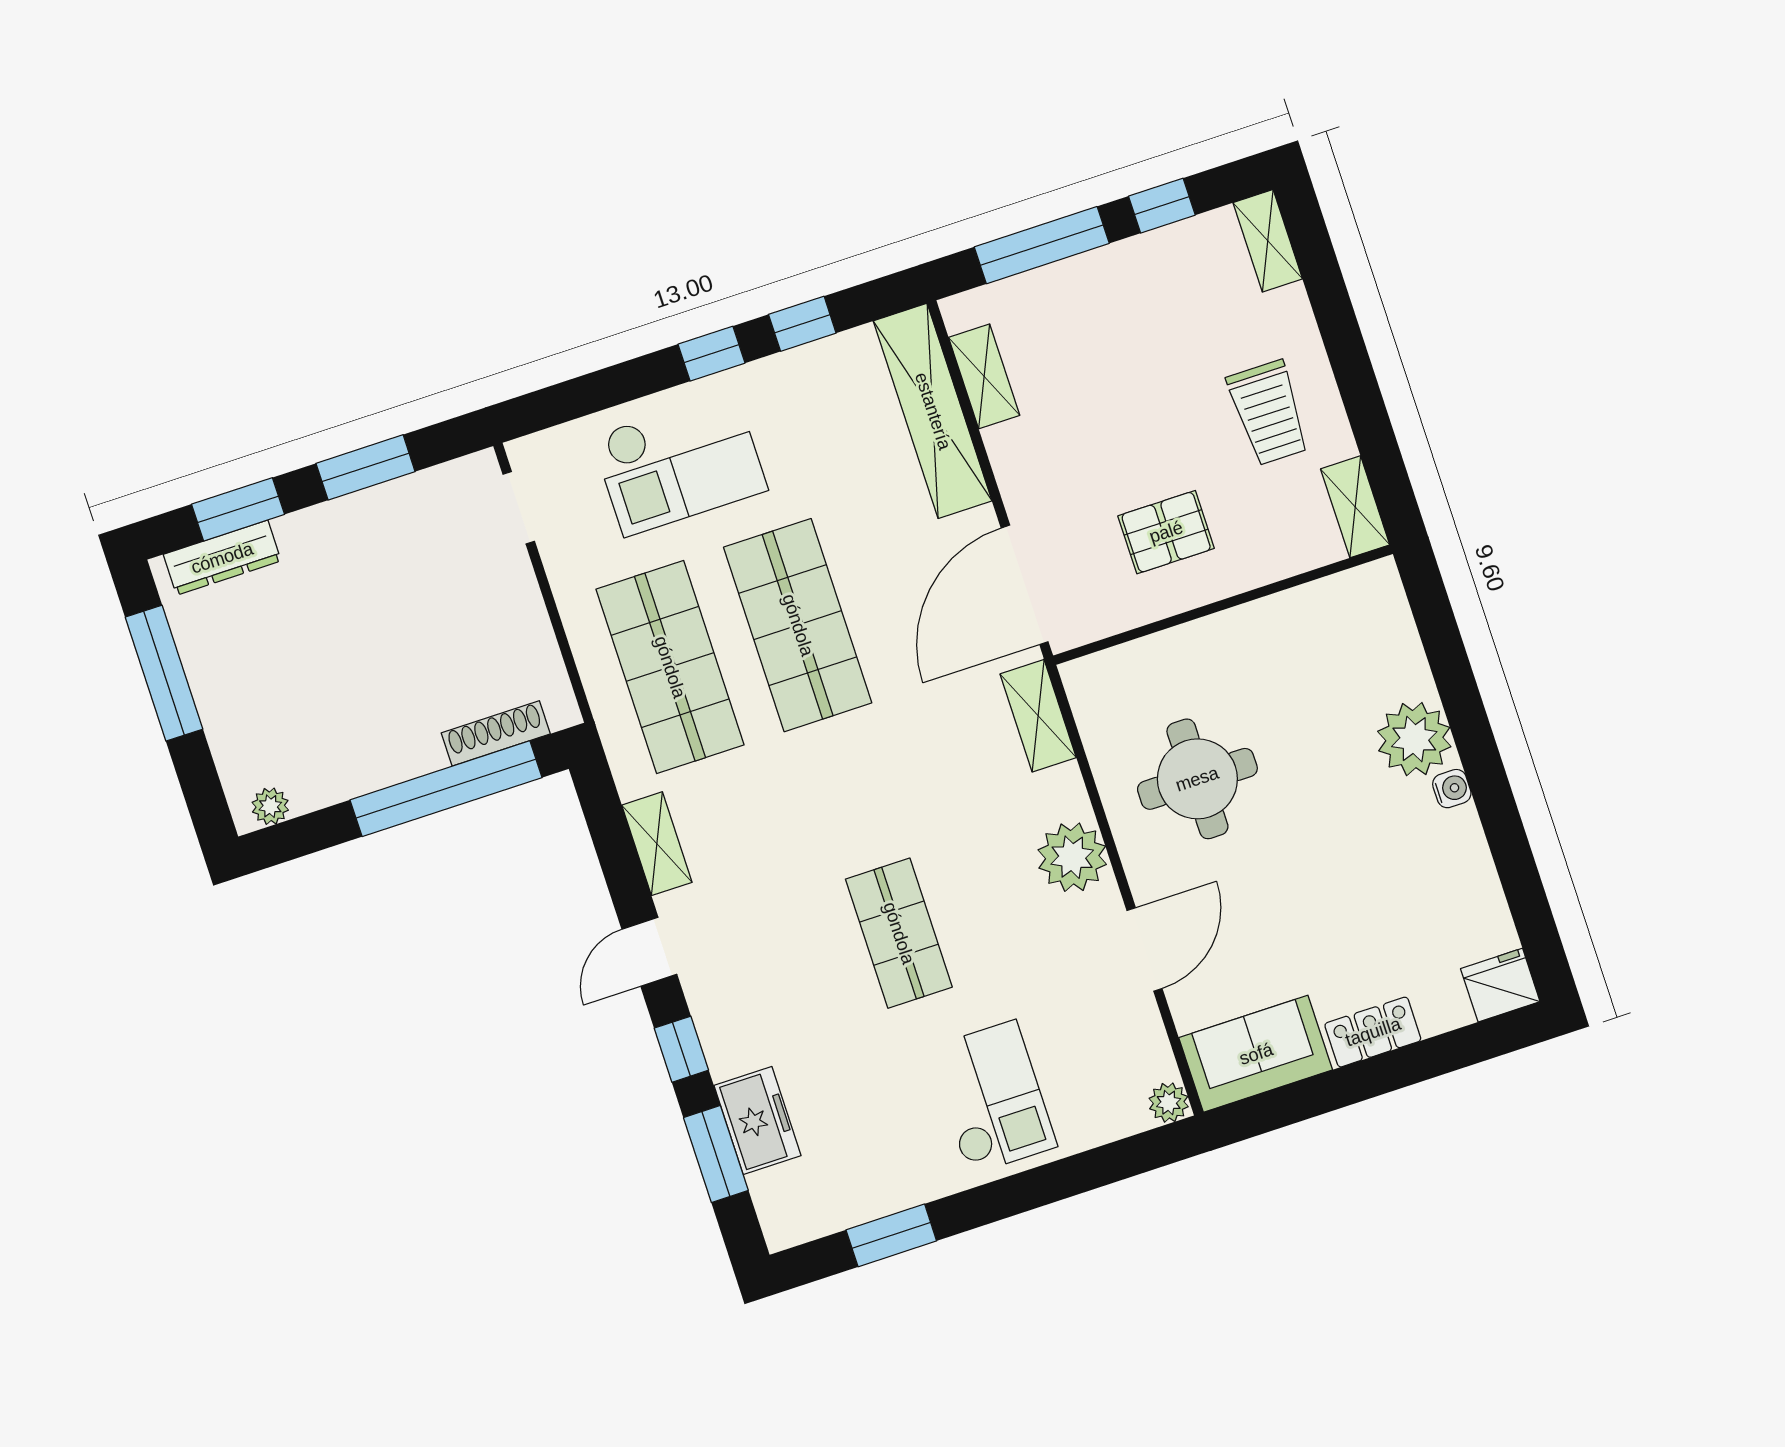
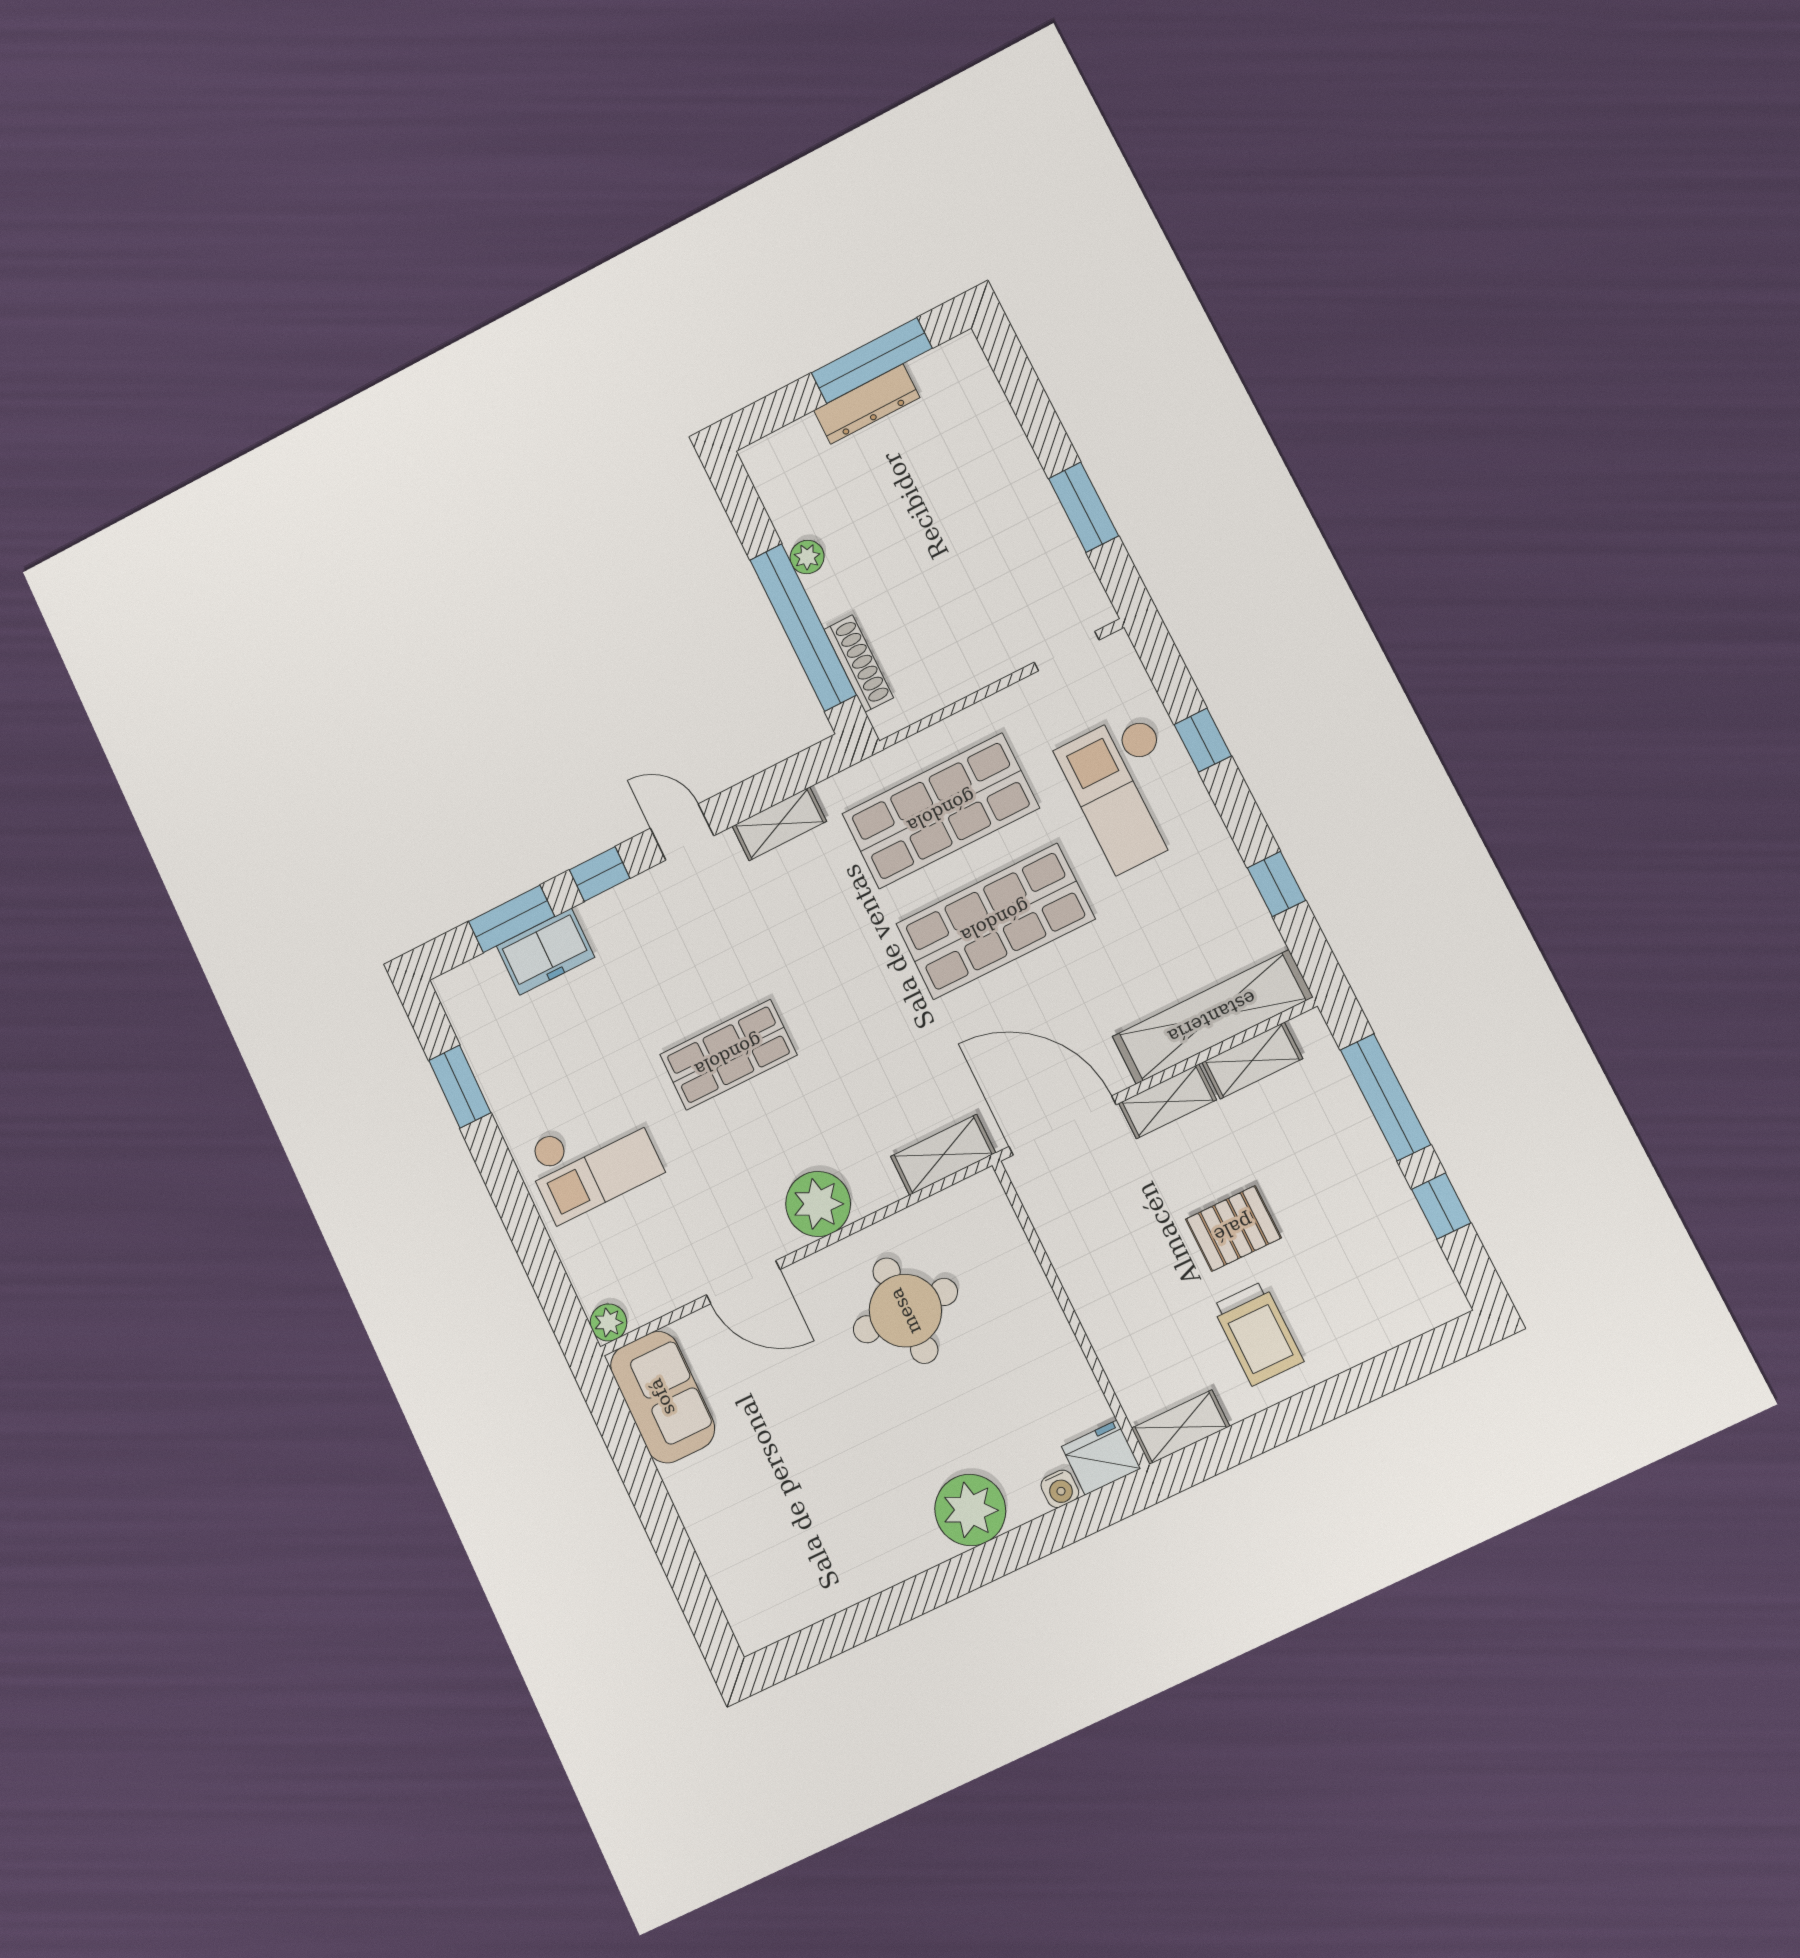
shelving: (1268, 241) -> (1167, 1101), moved
window: (711, 354) -> (1203, 740), moved
trolley: (1268, 413) -> (1258, 1333), turned -90
window: (238, 509) -> (1029, 400), removed
pallet: (1166, 532) -> (1233, 1228), moved, turned 90
dresser: (222, 558) -> (867, 404), moved, turned -90
water cooler: (1452, 789) -> (1060, 1489), moved
plant: (270, 806) -> (807, 557), moved
fridge: (1500, 985) -> (1101, 1458), moved, turned -90
locker: (1373, 1032) -> (696, 1504), removed

